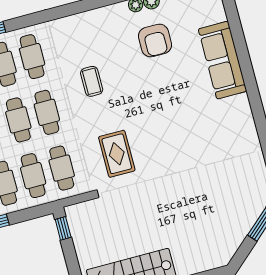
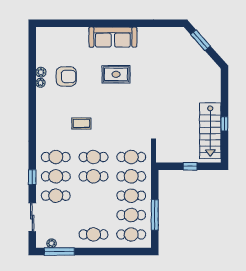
sofa: (222, 60) -> (113, 37), moved
rug: (117, 154) -> (116, 74), moved
window: (63, 228) -> (190, 166), moved

